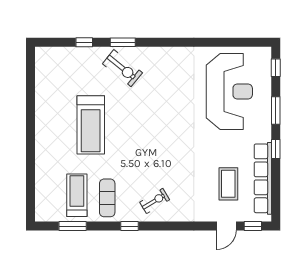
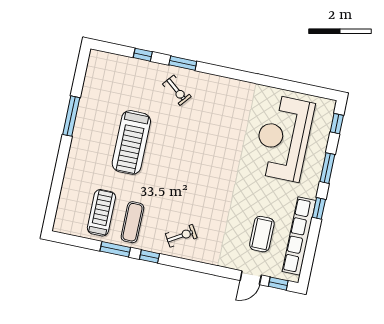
exercise bike: (122, 68) -> (177, 90), width x0.73, depth x0.72
reception desk: (229, 92) -> (283, 138), turned 180
window: (30, 112) -> (71, 116), added
window: (73, 226) -> (115, 249), moved

